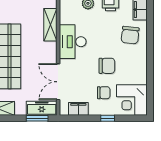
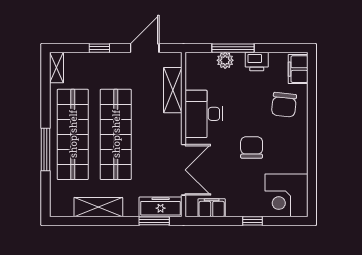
chair: (107, 66) -> (252, 147), turned -90
double door: (58, 82) -> (184, 170), swing flipped
chair: (104, 93) -> (247, 185), removed

